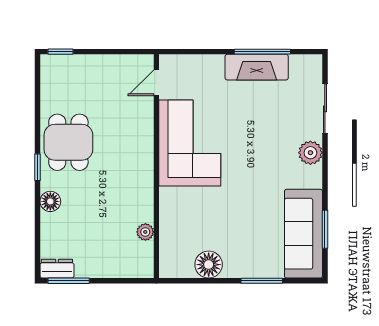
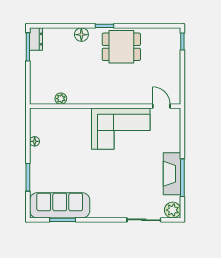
plant: (310, 153) -> (173, 210), moved
floor lamp: (209, 265) -> (35, 141), width x0.53, depth x0.53

